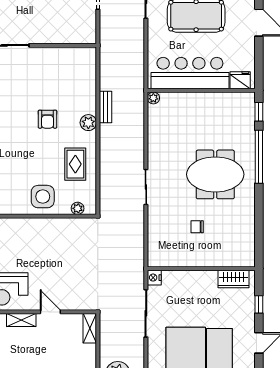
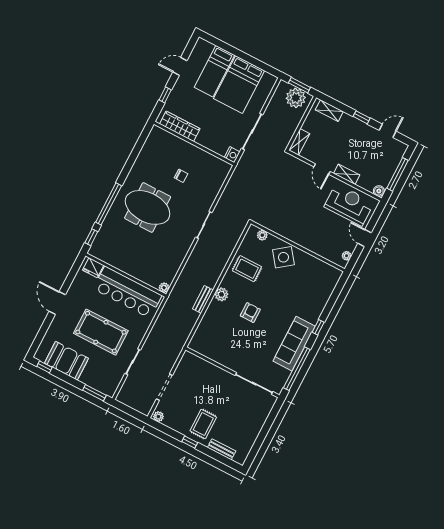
rug: (75, 164) -> (247, 269), turned 90
side table: (43, 197) -> (283, 257), turned -37
wardrobe: (233, 279) -> (180, 126), width x1.50

